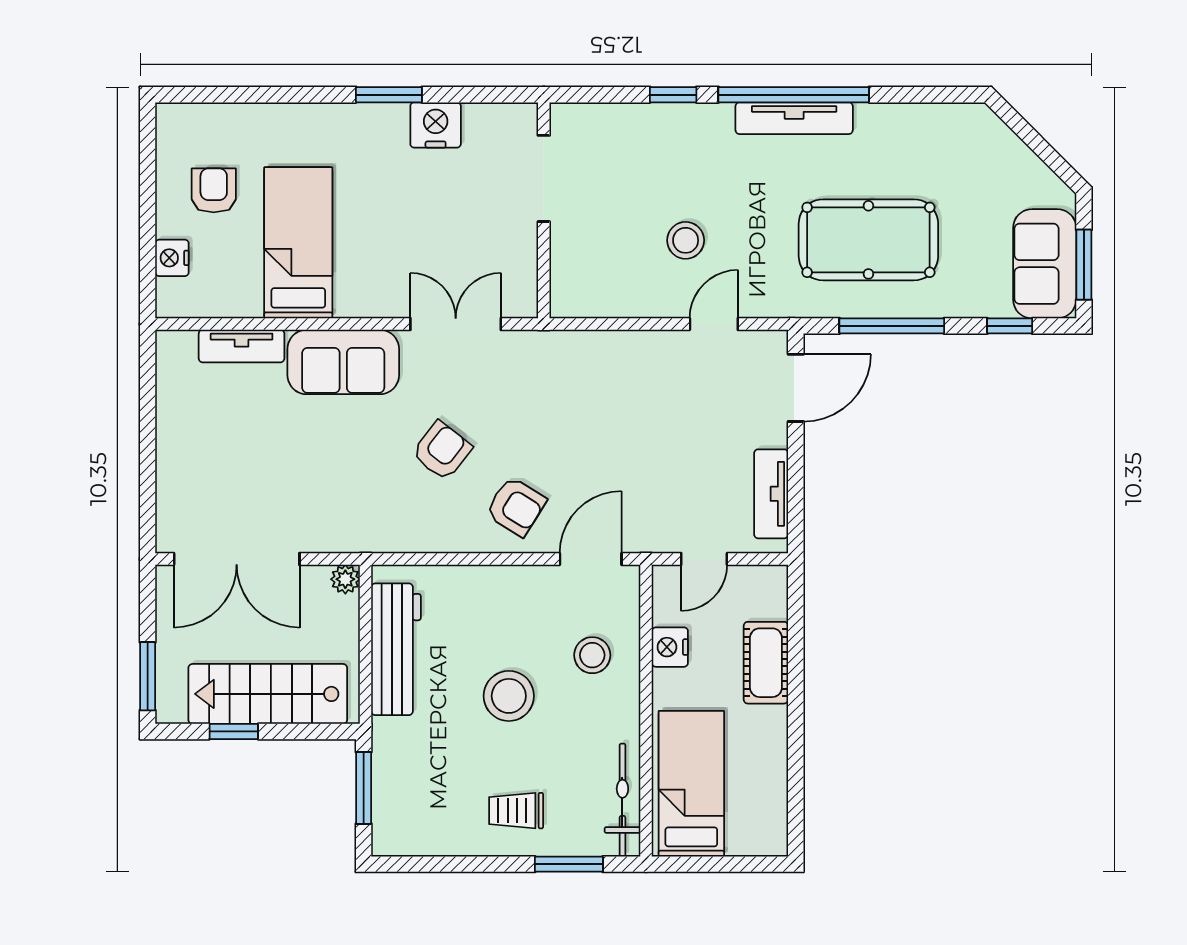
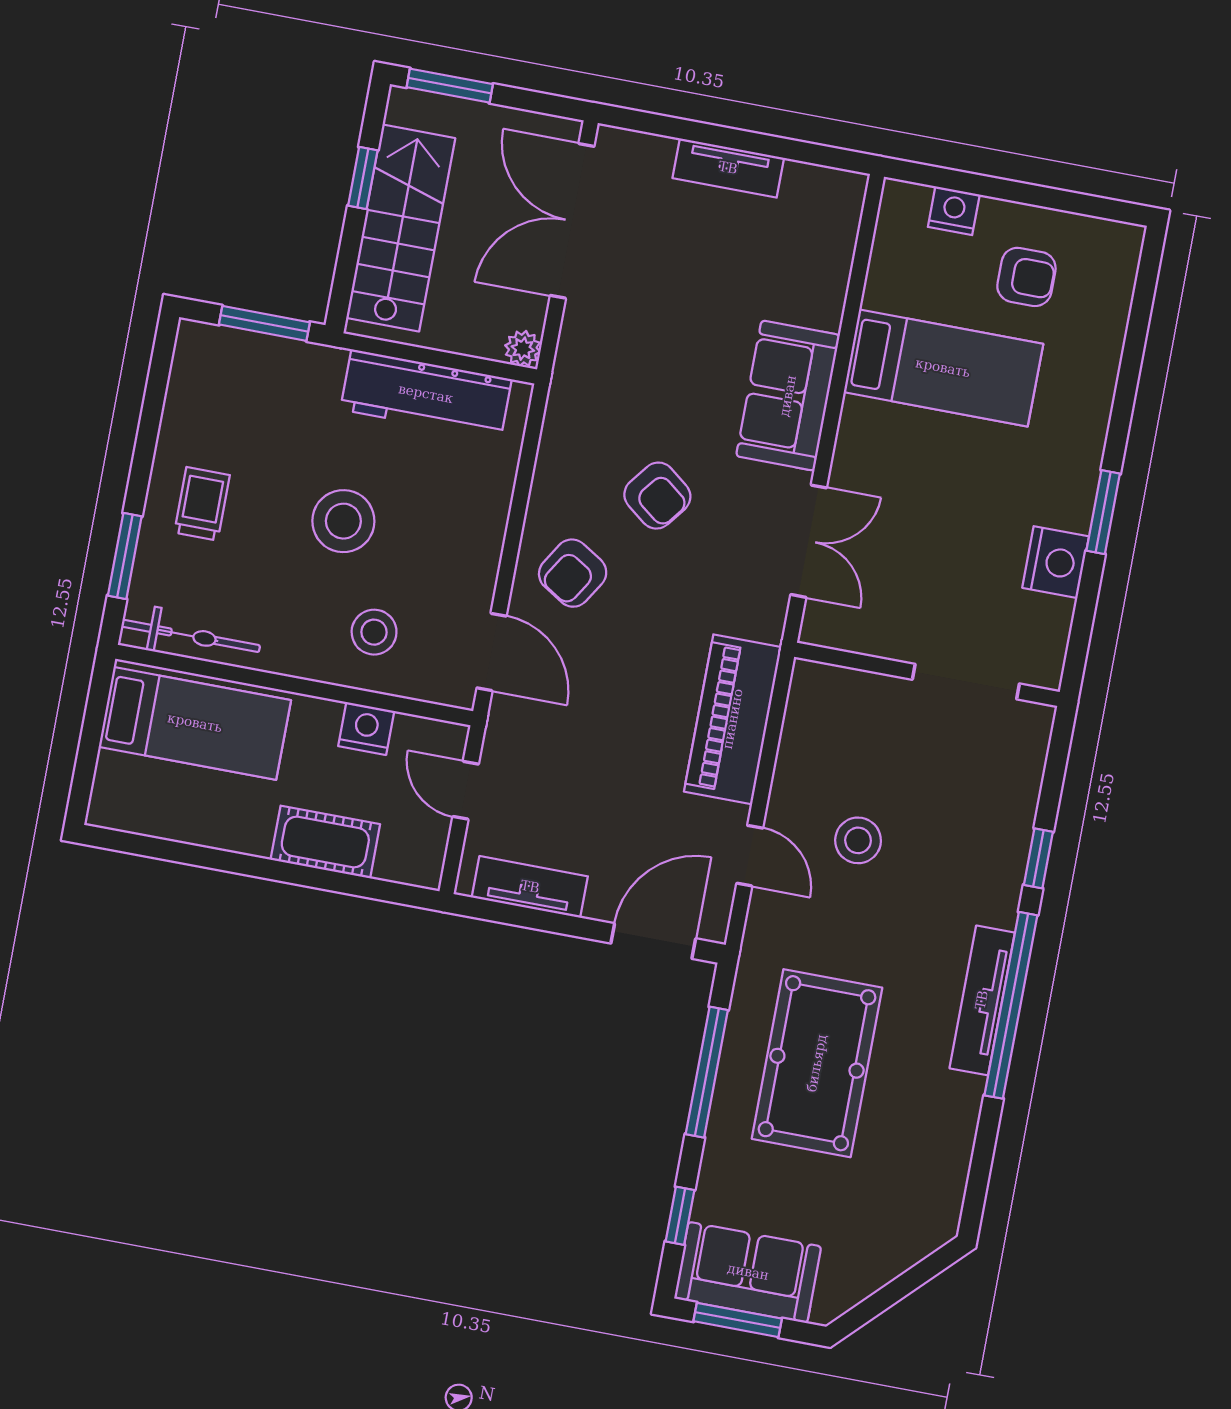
tv unit: (242, 346) -> (728, 168), moved, turned -90
piano: (608, 358) -> (733, 719), added
door: (796, 388) -> (653, 941), swing flipped

